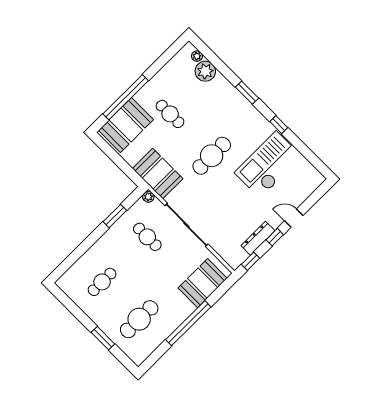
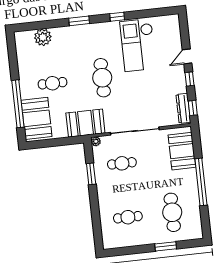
plant: (197, 56) -> (28, 35), removed
dresser: (258, 238) -> (183, 108), moved
cafe table: (102, 282) -> (128, 217), turned 90

